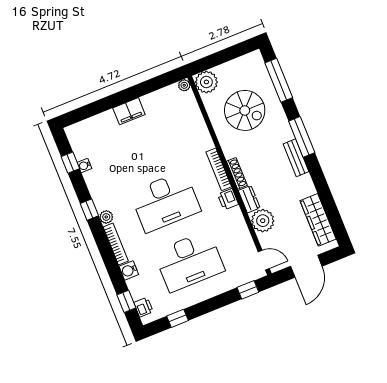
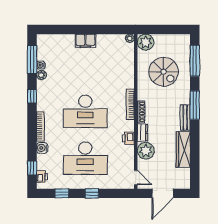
window: (70, 163) -> (32, 59), width x2.17
printer: (228, 199) -> (128, 138), moved
plant: (106, 217) -> (41, 75), moved
wardrobe: (318, 220) -> (183, 149), moved
window: (248, 290) -> (92, 193), moved

